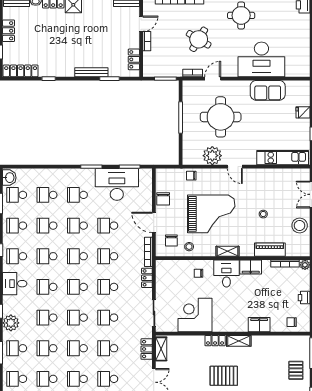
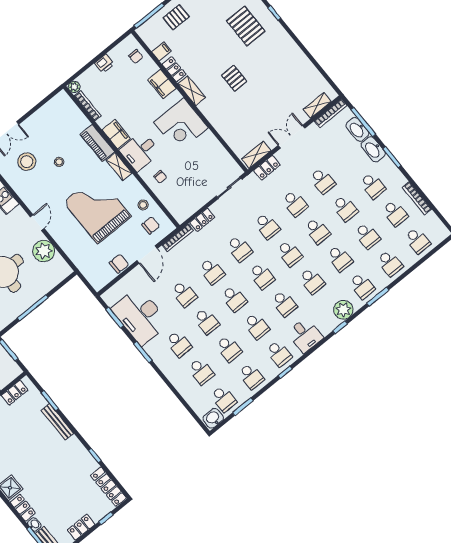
chair: (191, 176) -> (77, 255), removed
stool: (300, 225) -> (27, 162), moved
piano: (270, 250) -> (97, 143), moved
corner desk: (195, 315) -> (181, 125), moved
locker: (215, 341) -> (174, 69), moved
filing cabinet: (281, 342) -> (161, 51), added
pallet: (224, 376) -> (234, 78), width x0.67, depth x0.71

